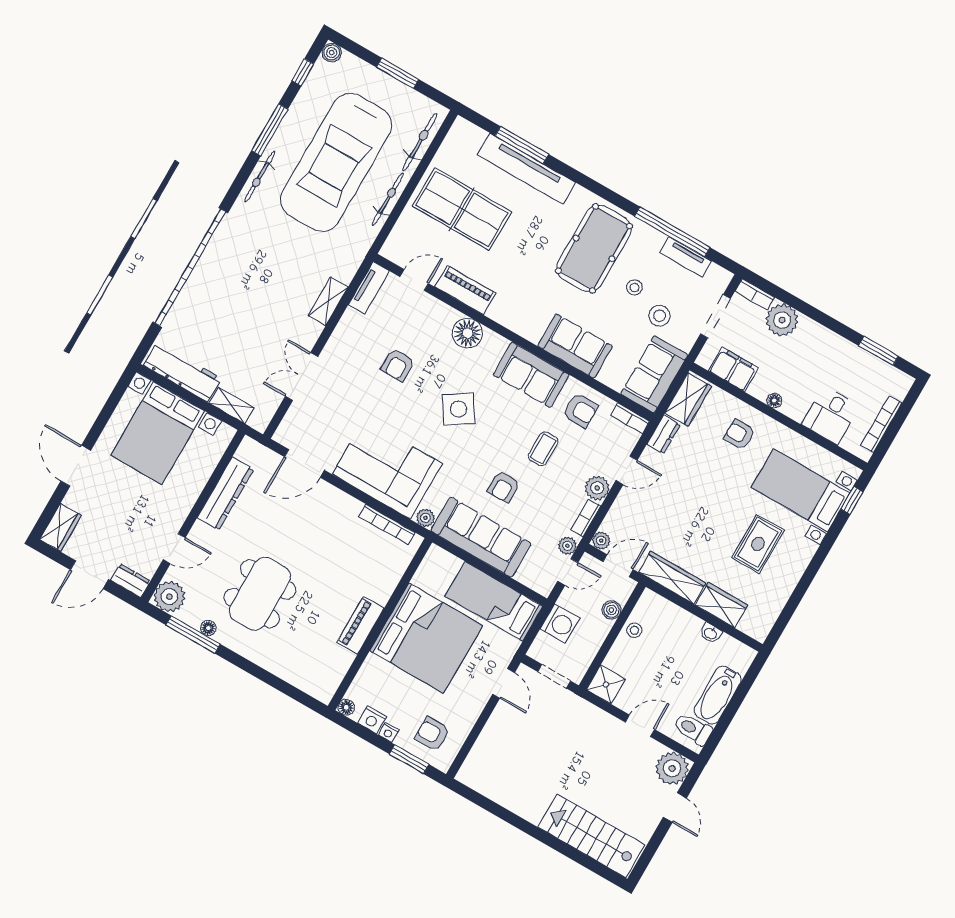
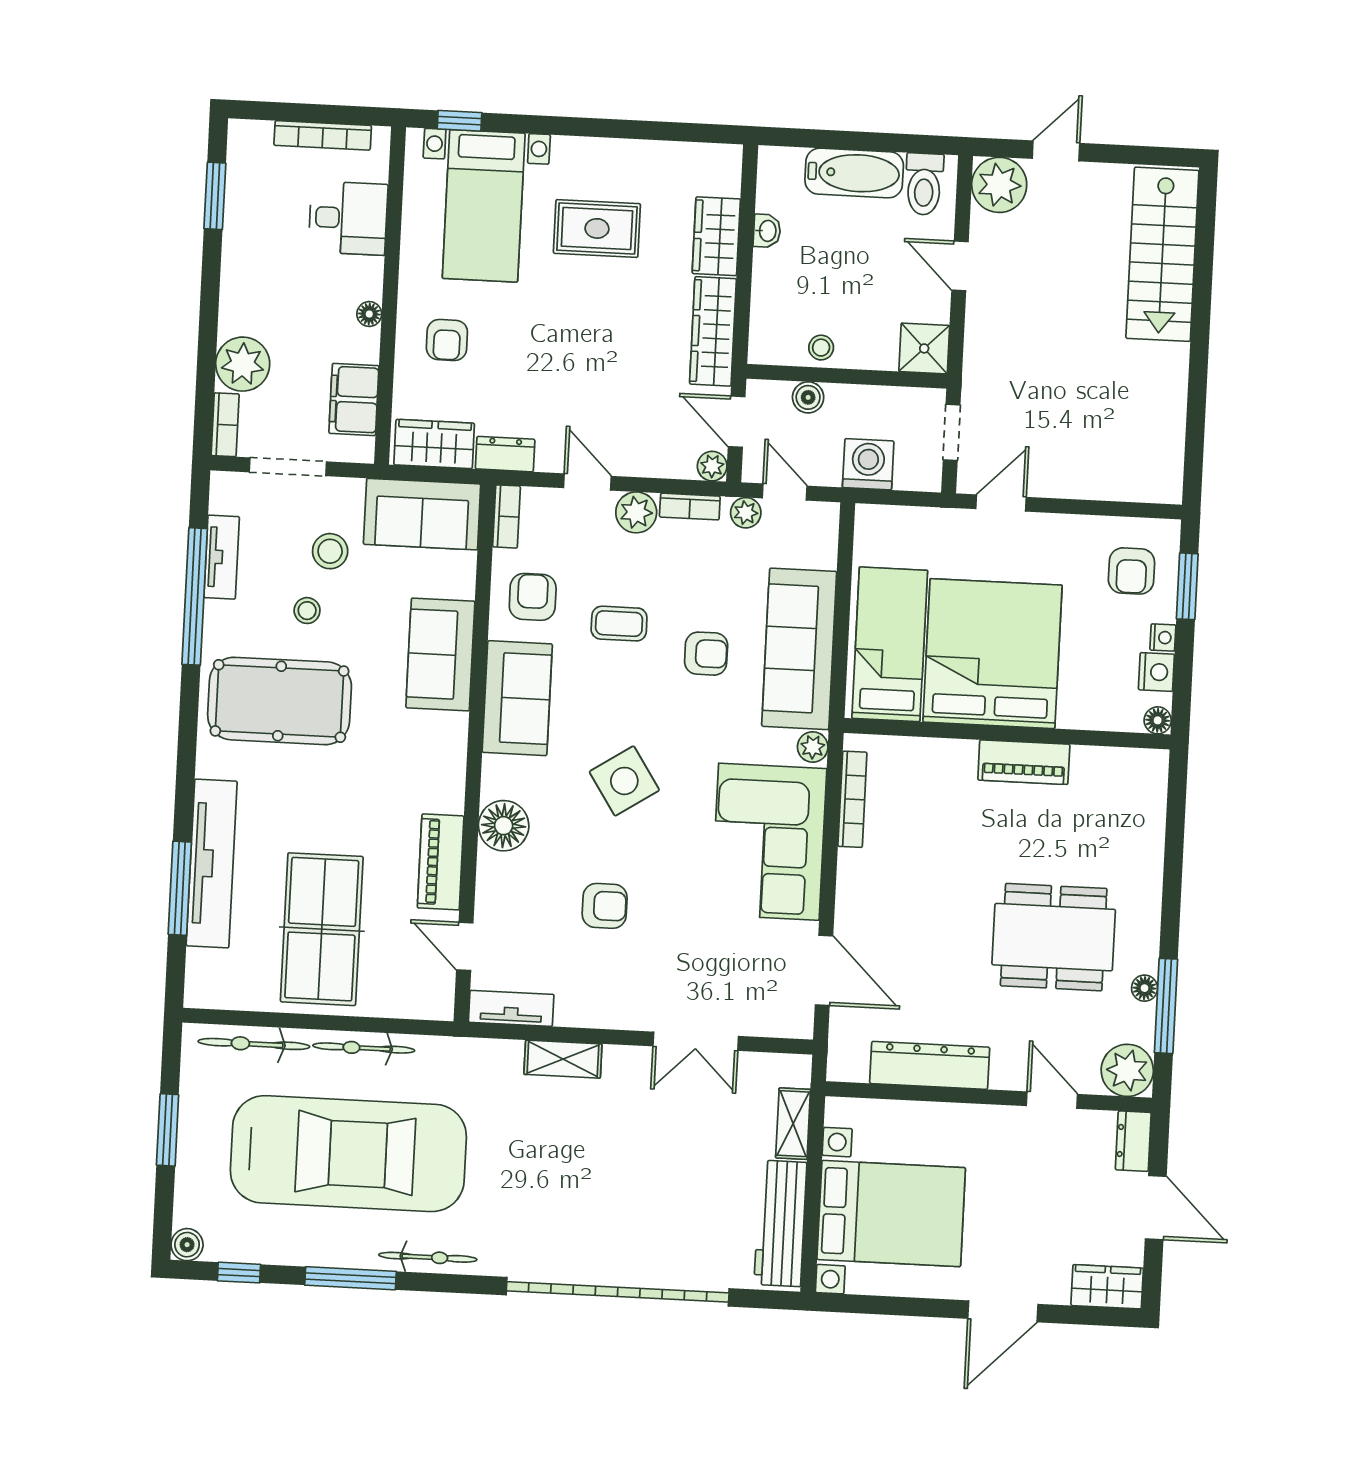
bed: (494, 601) -> (890, 644), moved, turned 180

